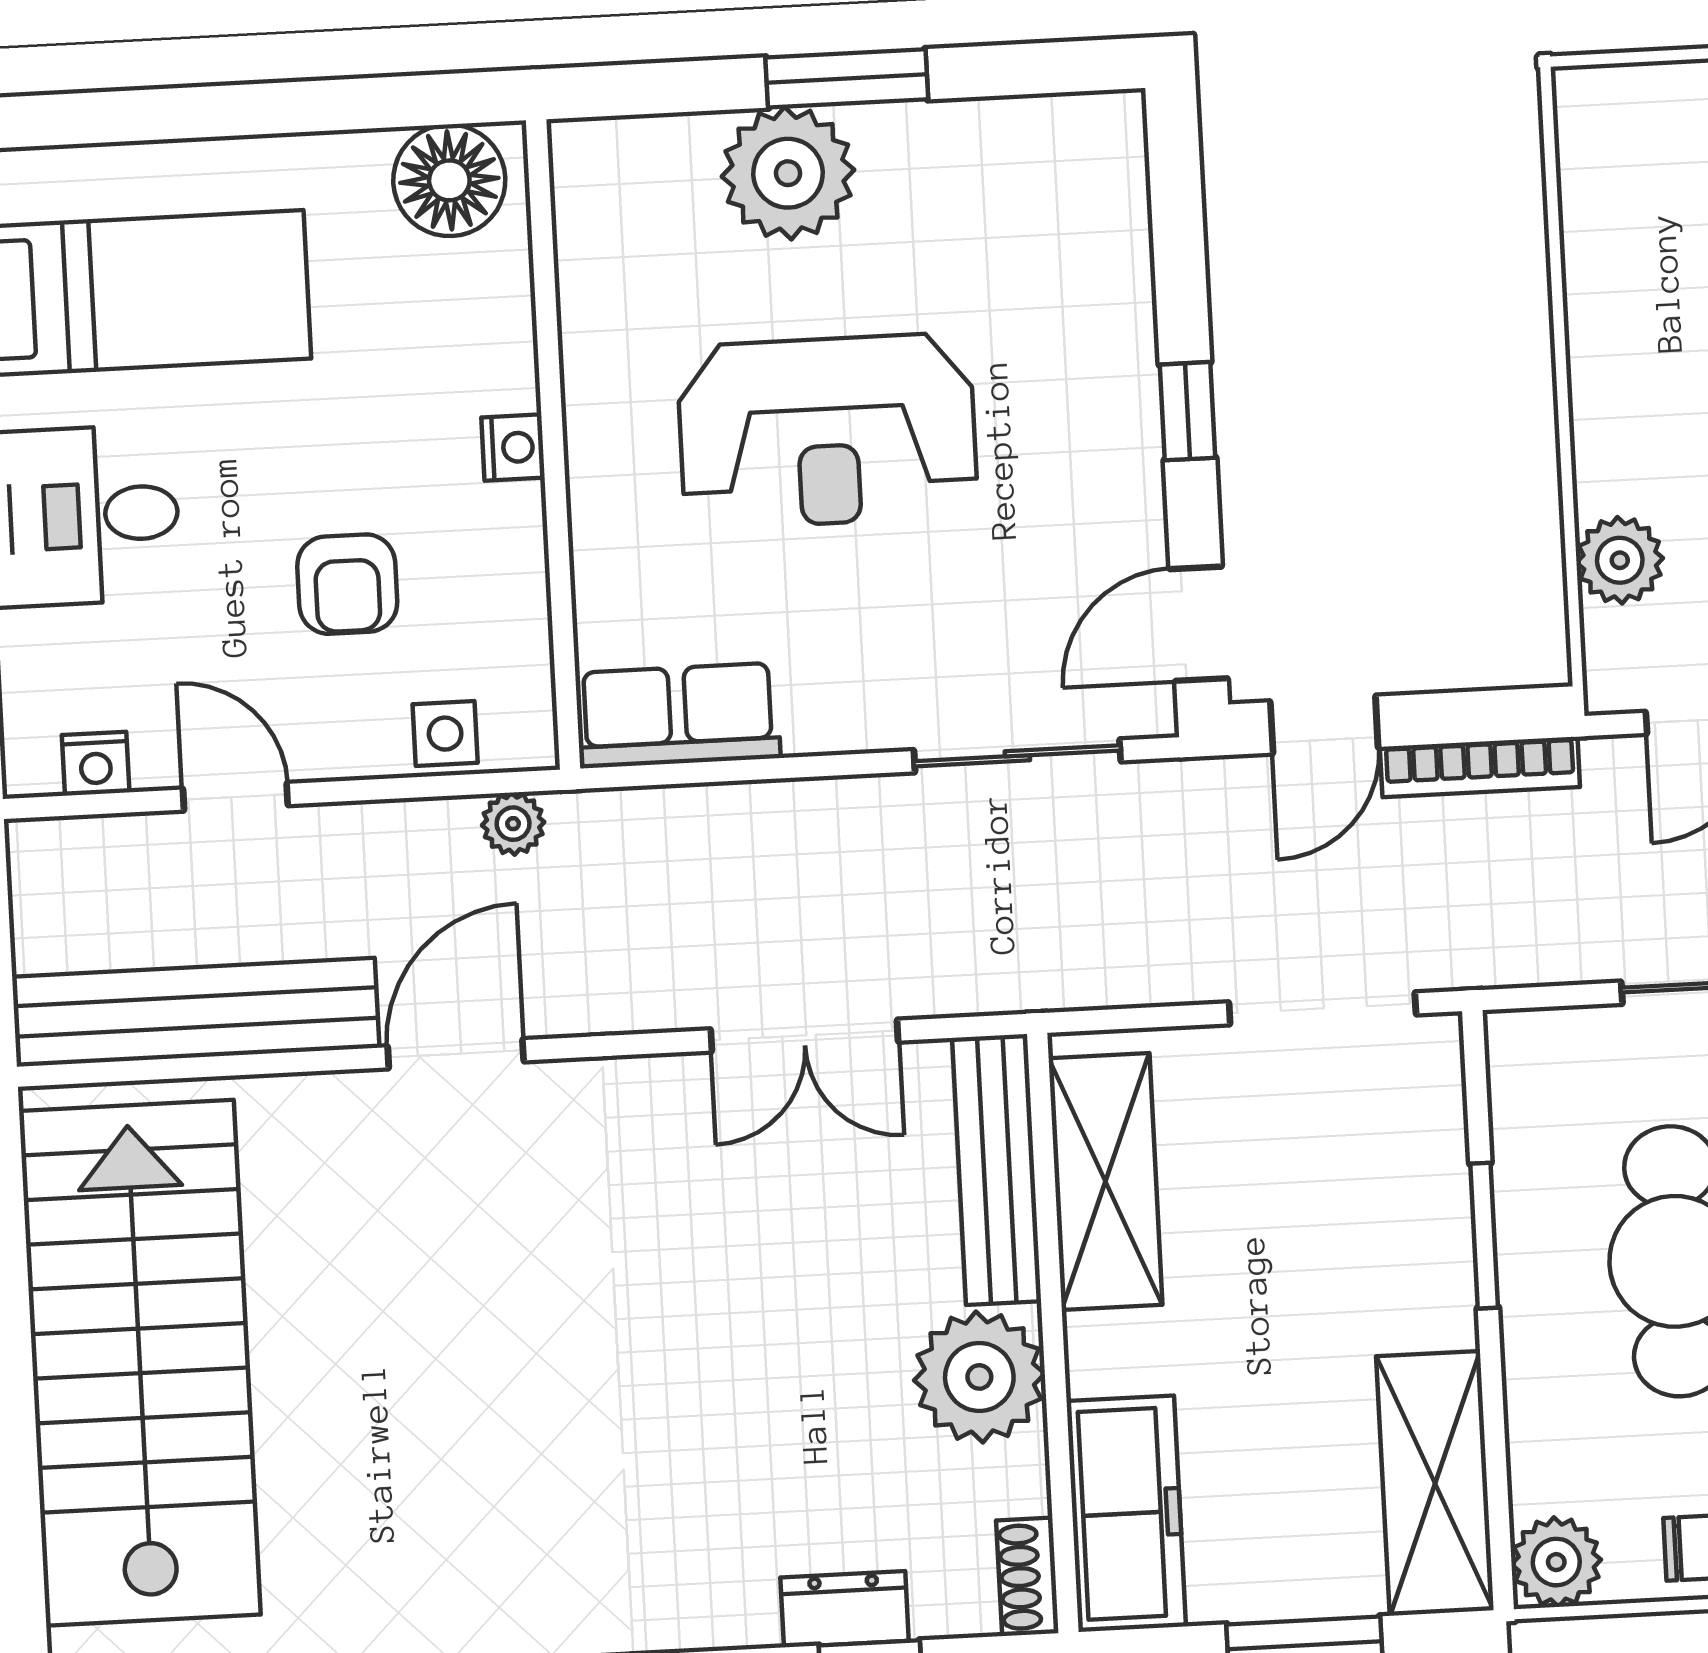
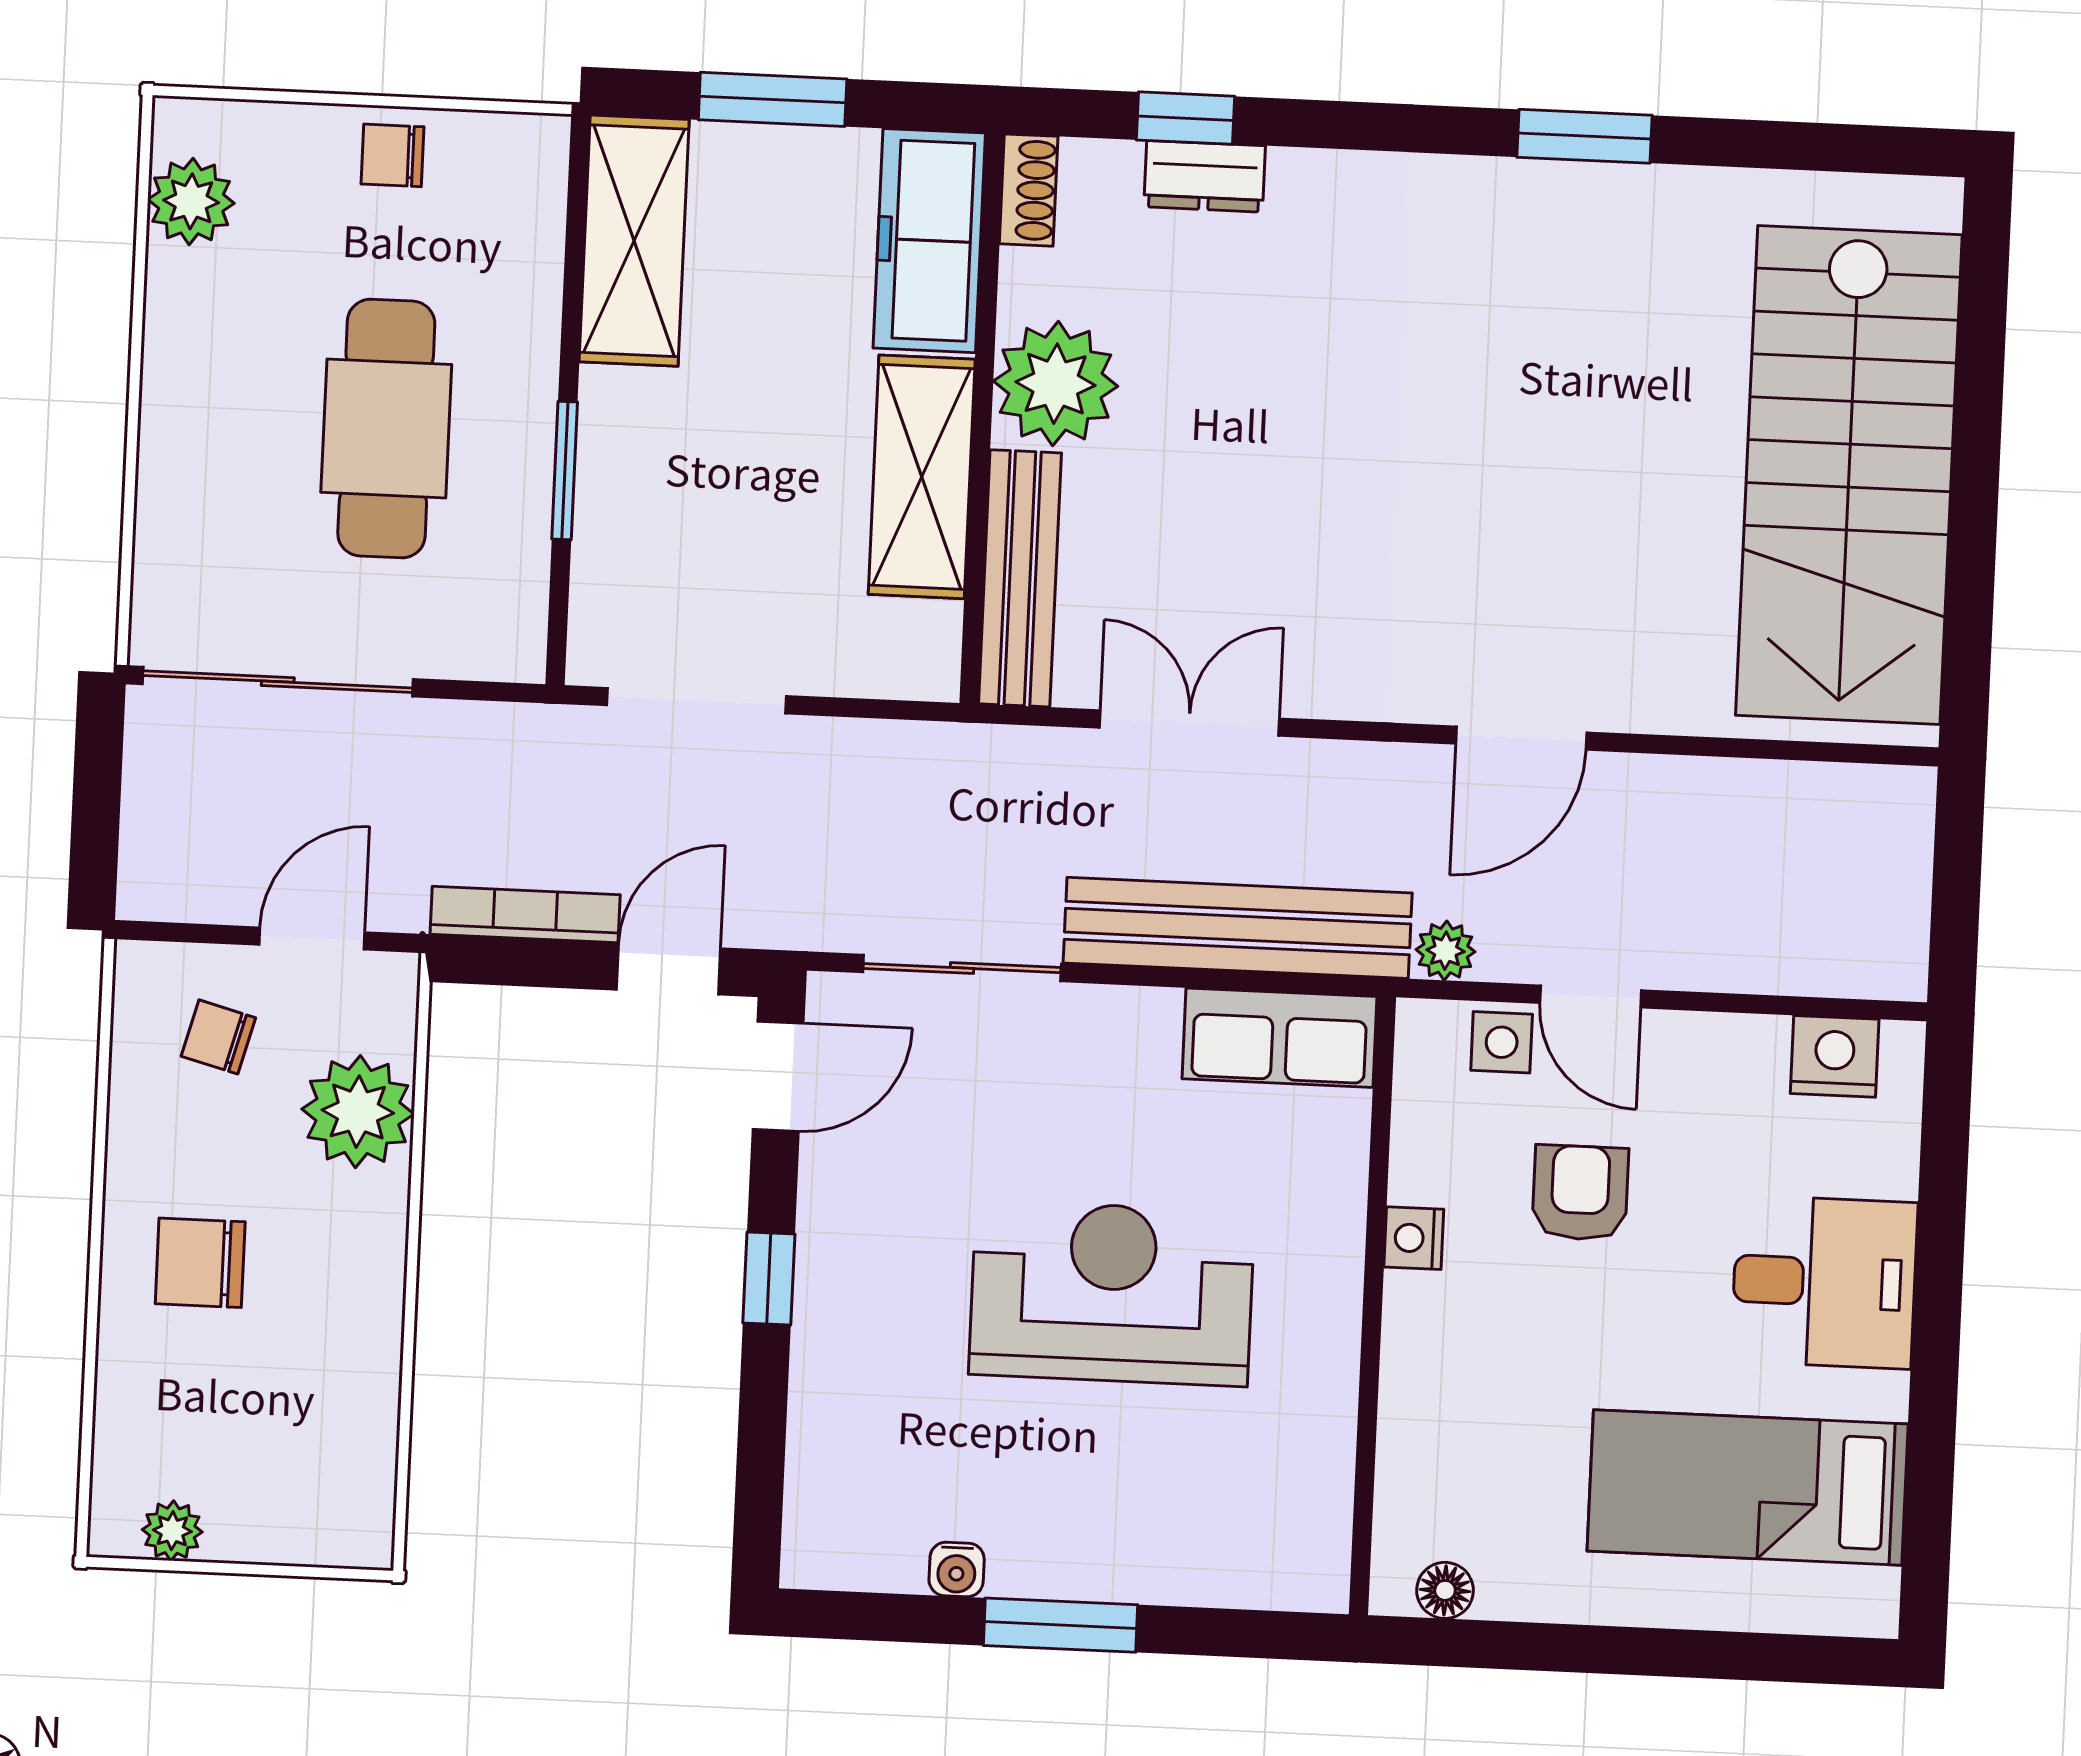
water cooler: (961, 126) -> (957, 1569), added
plant: (788, 173) -> (1125, 1541), removed
floor lamp: (449, 180) -> (1445, 1590), width x0.53, depth x0.53
nightstand: (513, 447) -> (1414, 1238), moved
plant: (1620, 560) -> (358, 1112), width x1.36, depth x1.36
nightstand: (96, 764) -> (1835, 1056), width x1.39, depth x1.35
door: (235, 797) -> (1591, 997), moved
bench: (196, 1012) -> (1238, 928), moved
shelving: (1105, 1181) -> (922, 477), moved
plant: (1556, 1562) -> (527, 155), removed

